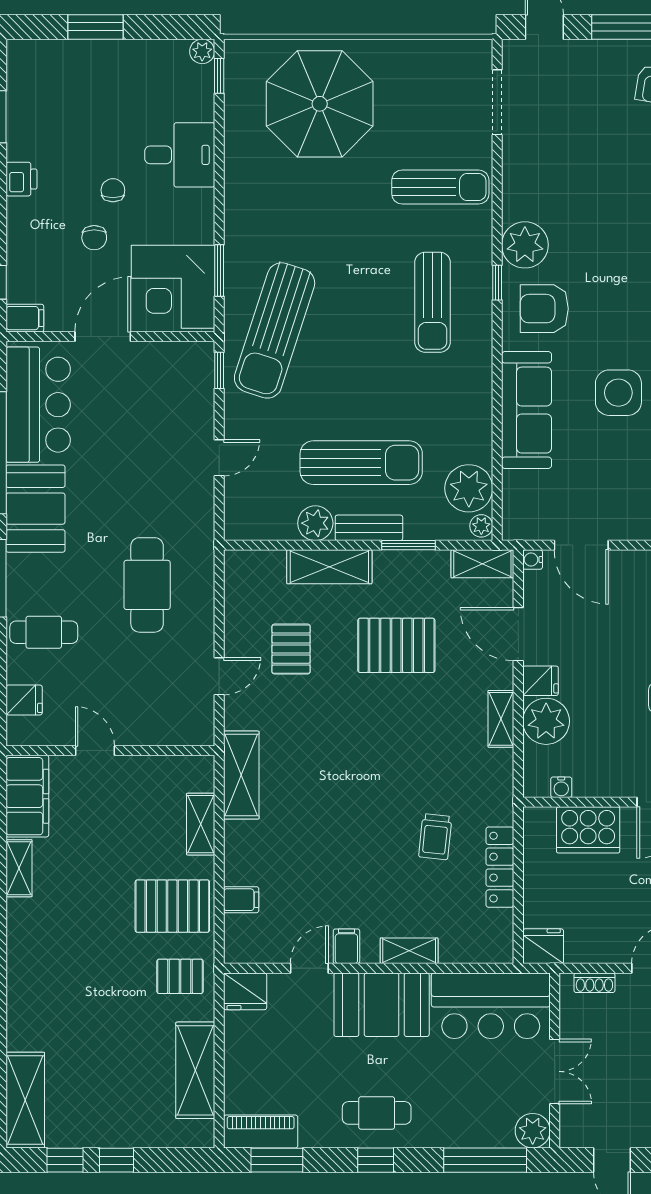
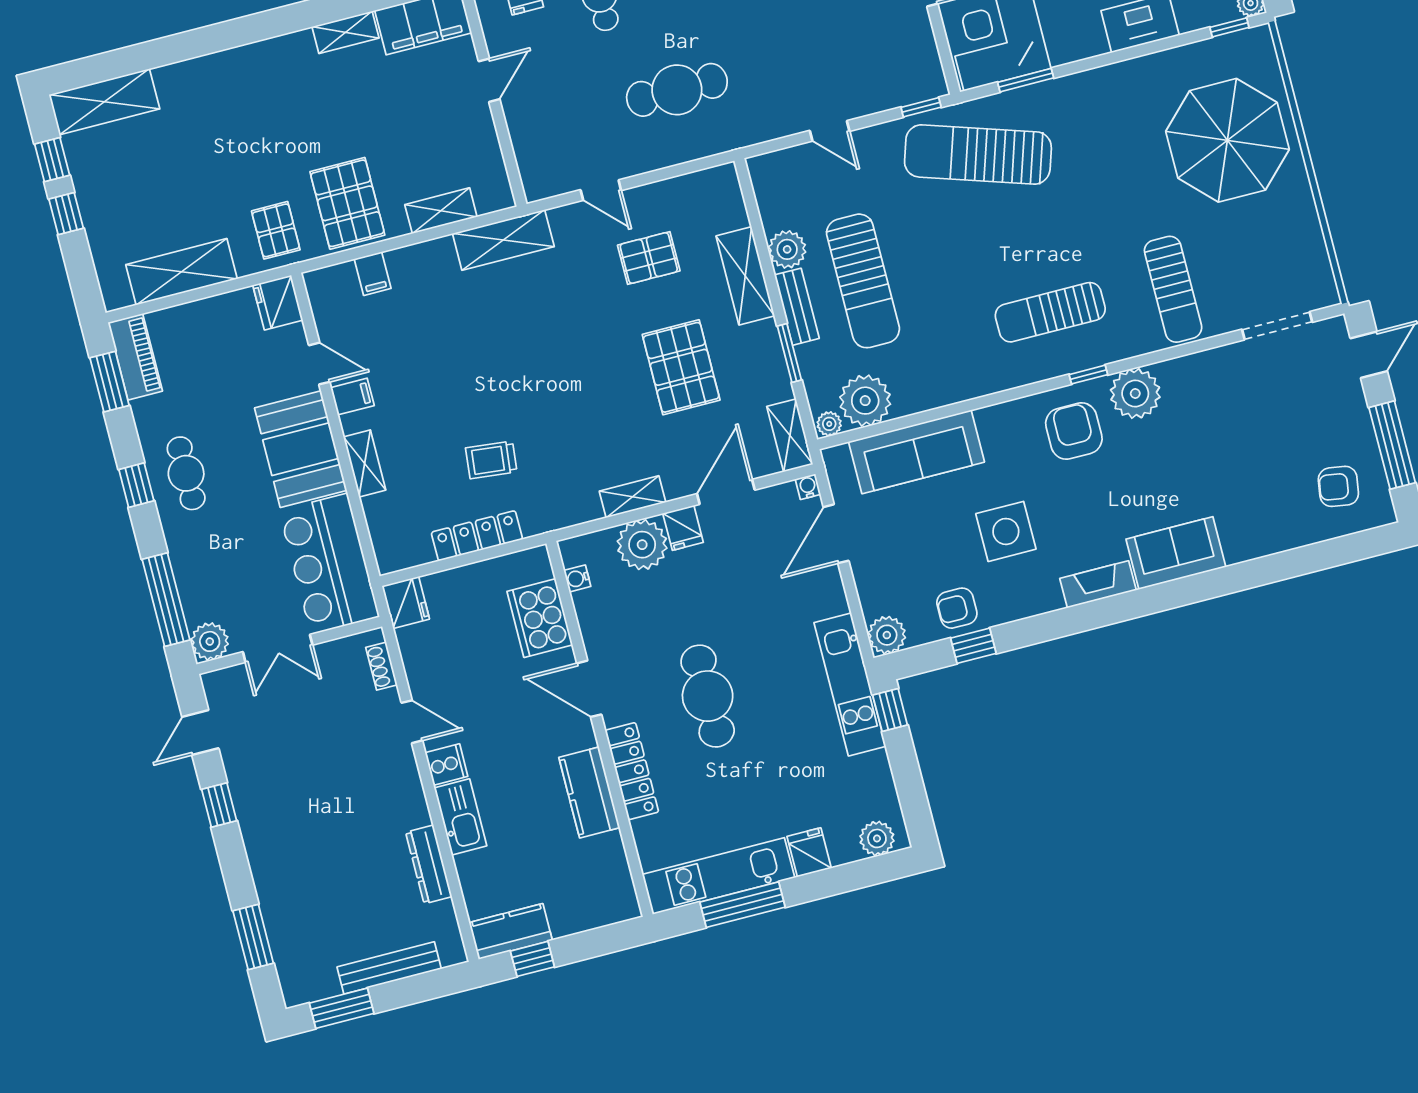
sofa: (527, 410) -> (916, 452), moved

